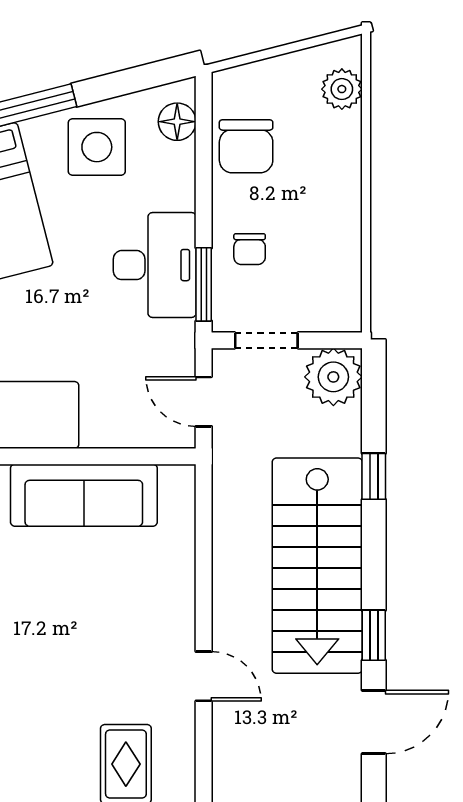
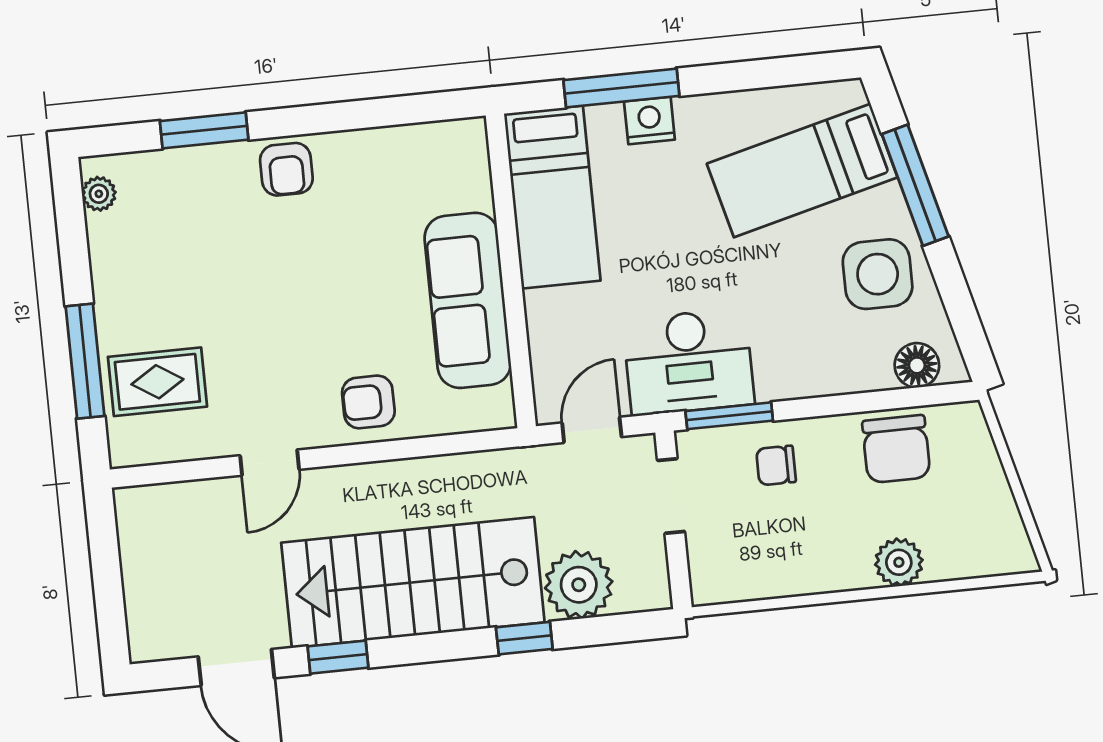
plant: (342, 89) -> (899, 562), moved
chair: (246, 146) -> (896, 449), turned -90
desk: (155, 265) -> (689, 362), moved
plant: (333, 377) -> (579, 585), moved
armchair: (161, 588) -> (368, 402), added

